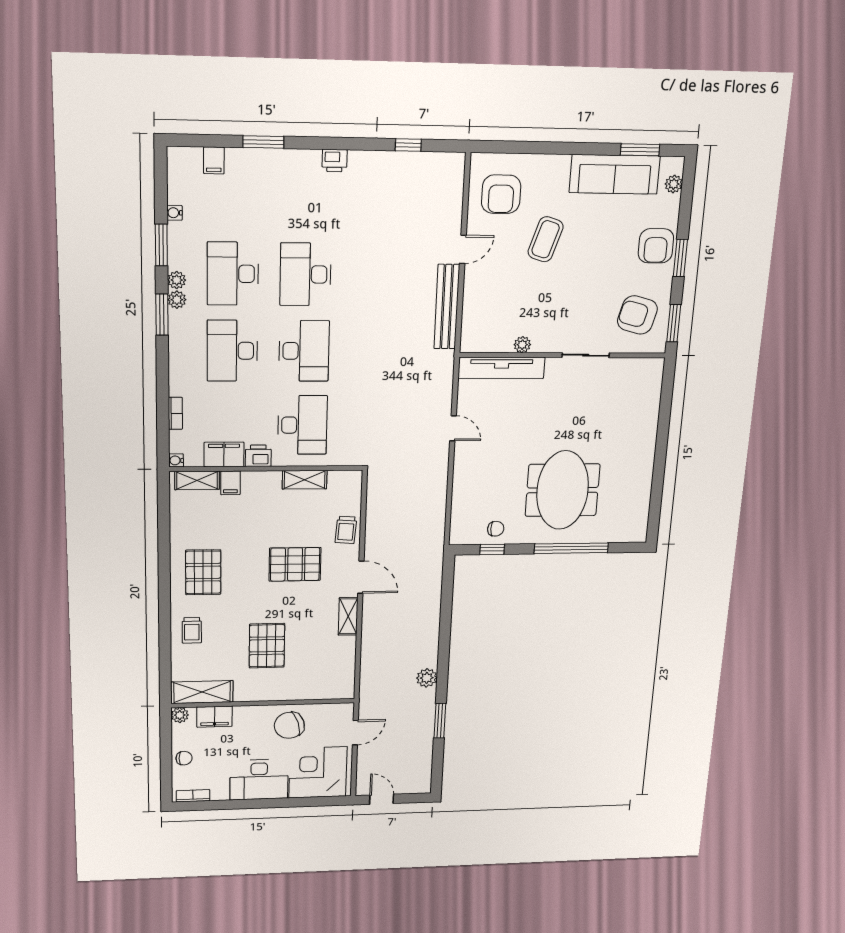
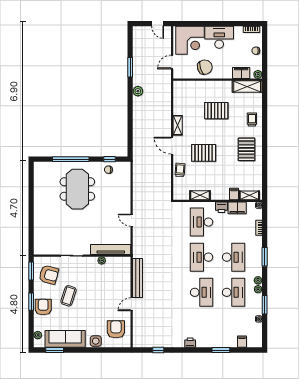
side table: (548, 168) -> (96, 341), added
coffee table: (546, 239) -> (69, 296), moved
window: (162, 315) -> (265, 257), moved
pallet: (267, 646) -> (216, 111), turned 90

